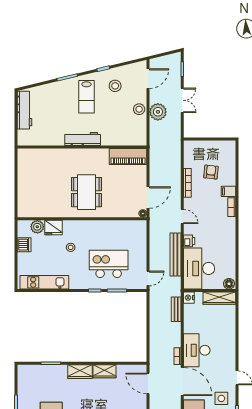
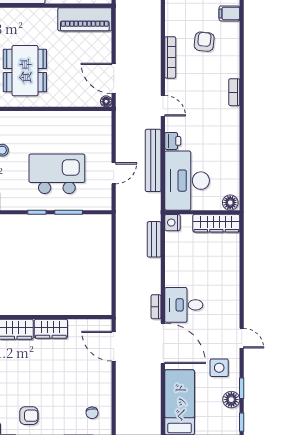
filing cabinet: (228, 191) -> (229, 13), moved
door: (148, 198) -> (114, 78), swing flipped
door: (148, 278) -> (114, 173), moved
desk: (197, 350) -> (184, 305), width x0.73

